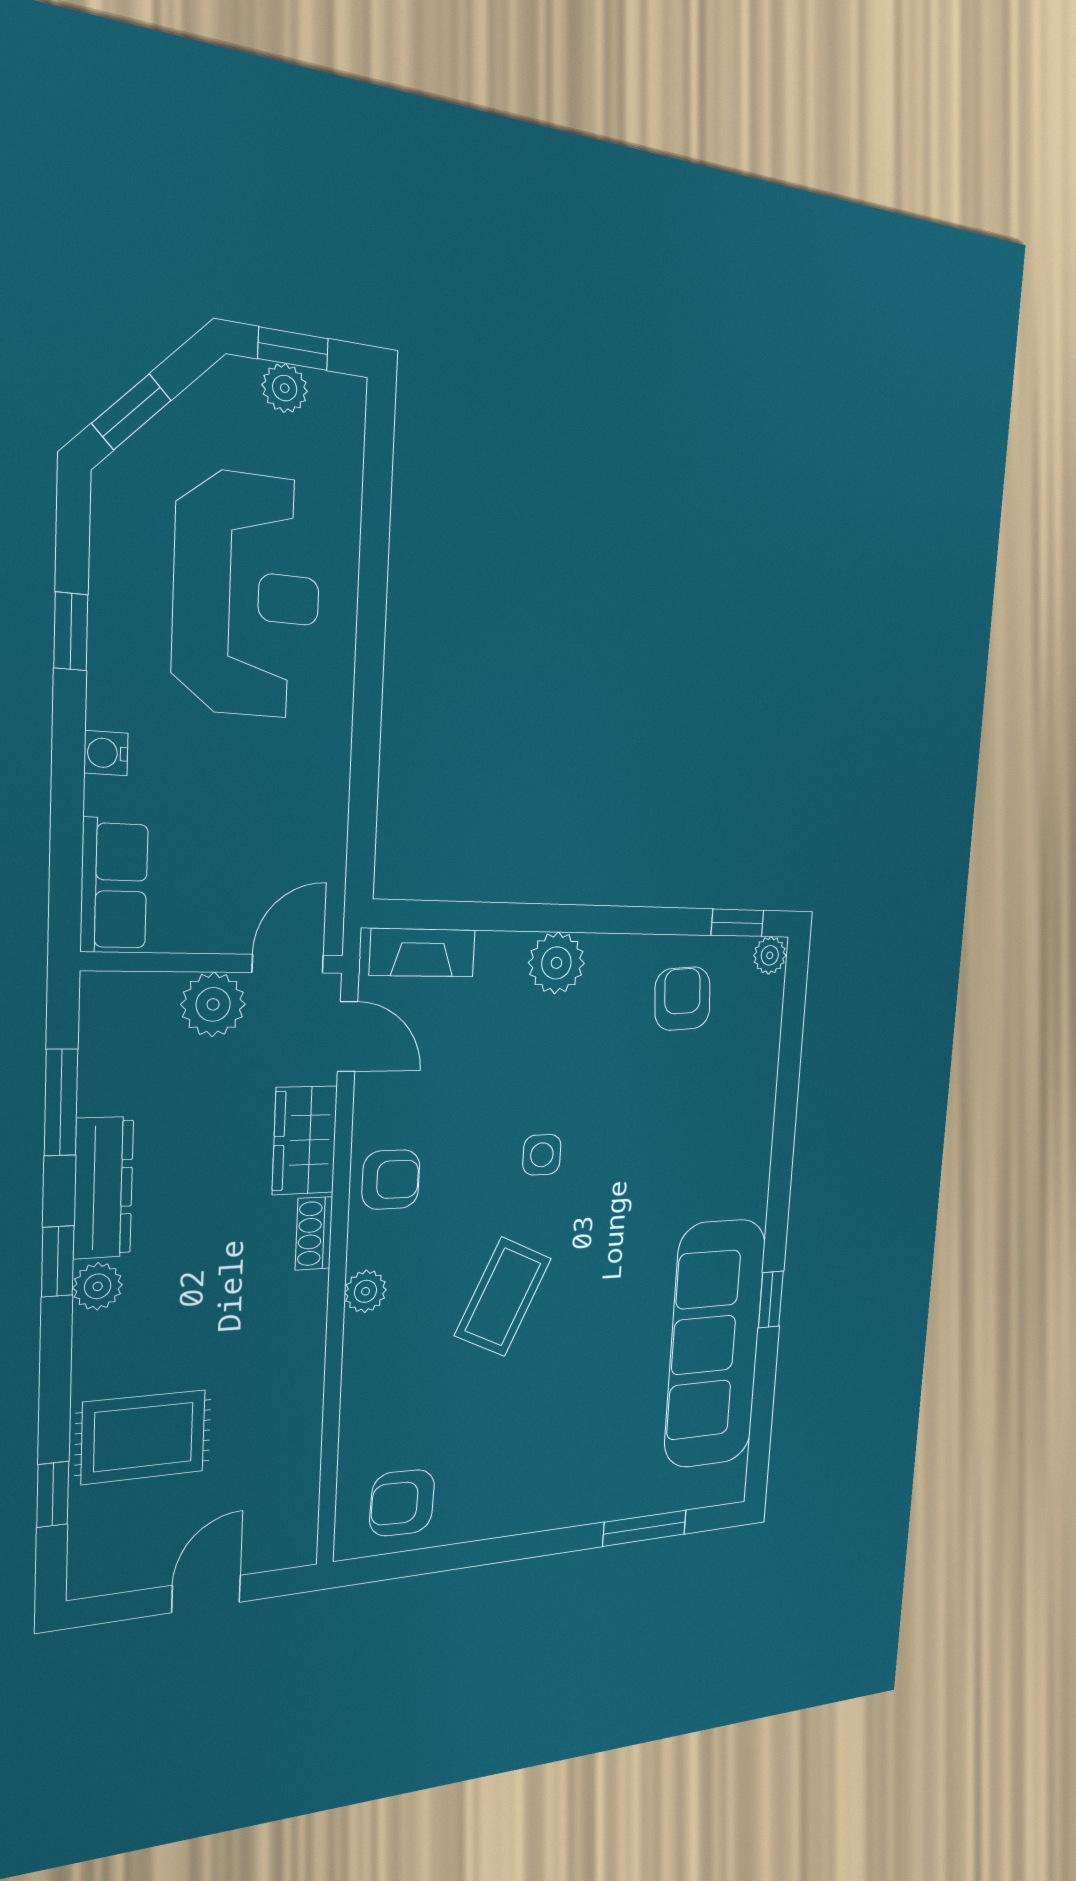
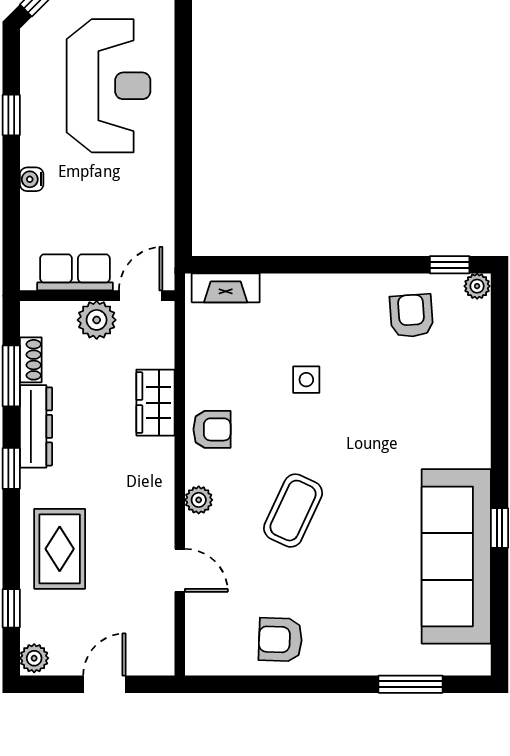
row of seats: (114, 886) -> (75, 272), moved, turned -90
plant: (556, 963) -> (317, 293), removed
door: (348, 1037) -> (180, 570), moved
side table: (542, 1155) -> (306, 380), moved
shoe rack: (314, 1233) -> (31, 360), moved, turned 180
plant: (98, 1286) -> (34, 658), moved
rug: (144, 1437) -> (60, 549), moved, turned 90
armchair: (402, 1503) -> (280, 640), moved

